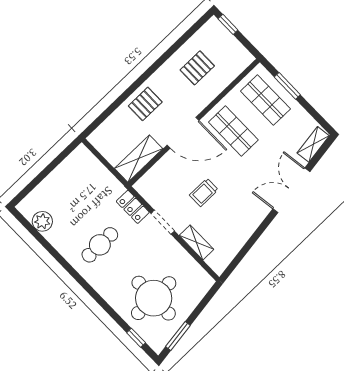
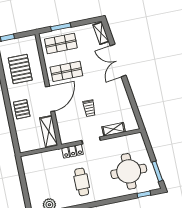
pallet: (197, 68) -> (20, 69), width x1.50, depth x1.42

